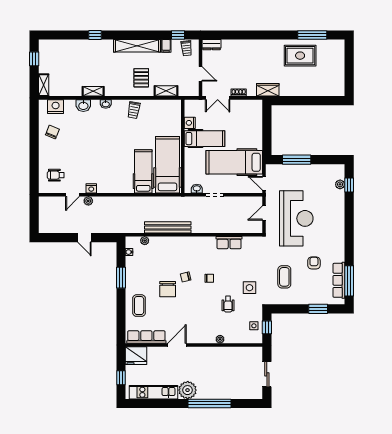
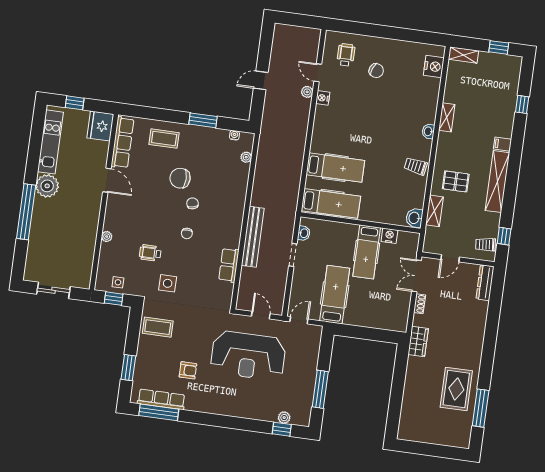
window: (95, 35) -> (522, 104), moved
dresser: (212, 45) -> (485, 283), width x1.44
filing cabinet: (166, 46) -> (502, 144), moved
washbasin: (83, 106) -> (414, 218), moved
chair: (52, 132) -> (376, 71), moved
window: (297, 160) -> (320, 389), moved
hospital bed: (234, 162) -> (335, 295), width x0.73, depth x0.78
hospital bed: (167, 165) -> (331, 203), width x0.73, depth x0.78
bench: (168, 227) -> (253, 237), moved
coffee table: (284, 277) -> (158, 327), moved

